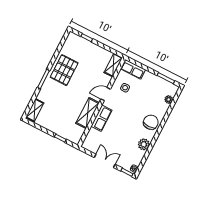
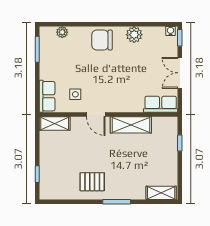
pallet: (64, 70) -> (92, 182), width x0.67, depth x0.71
row of seats: (102, 118) -> (161, 104), moved

